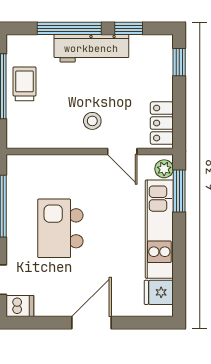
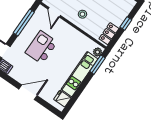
window: (179, 62) -> (126, 23), moved
door: (122, 151) -> (54, 12), moved

